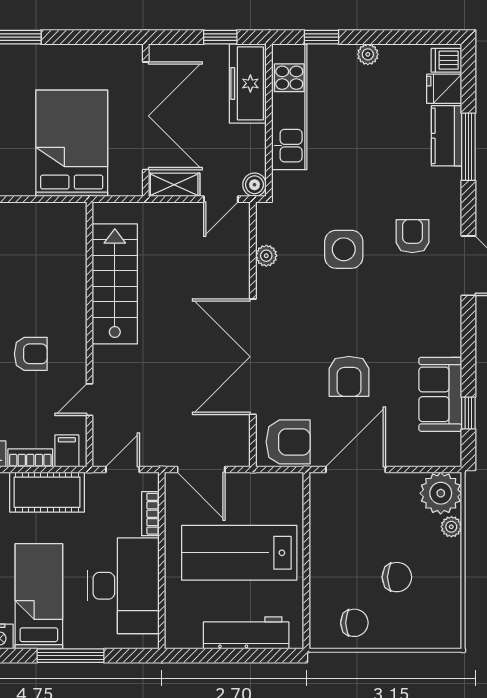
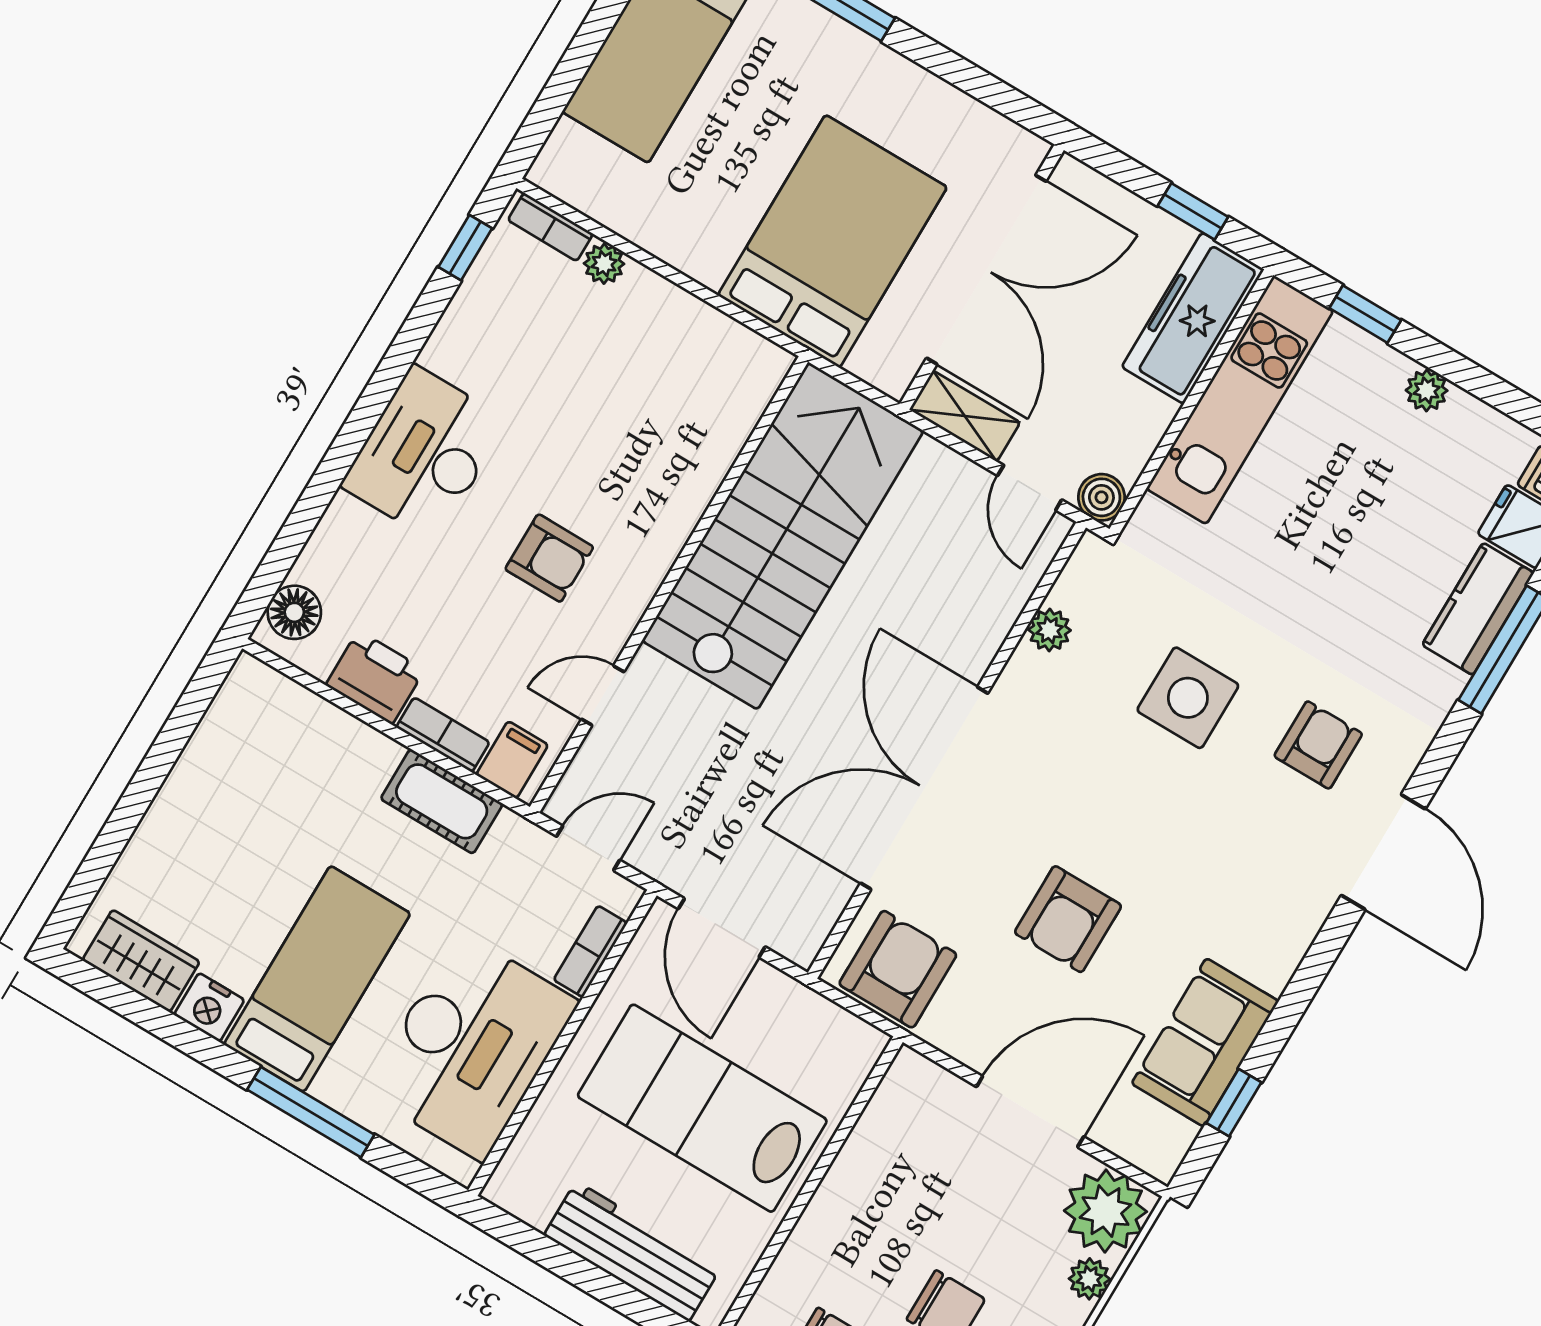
door: (221, 199) -> (1030, 488), hinge flipped
stairs: (115, 284) -> (783, 536), width x1.36, depth x1.51
armchair: (288, 442) -> (898, 969), turned -90
door: (356, 470) -> (1030, 1112), moved
cot: (47, 492) -> (442, 801), width x0.73, depth x0.75

